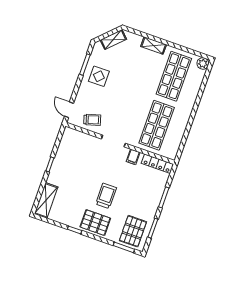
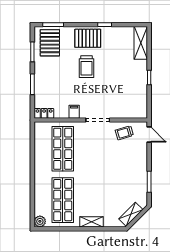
display table: (99, 76) -> (132, 175), removed
locker: (157, 164) -> (44, 113), width x0.66

